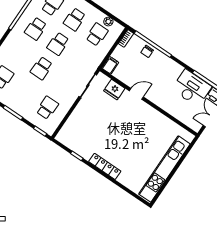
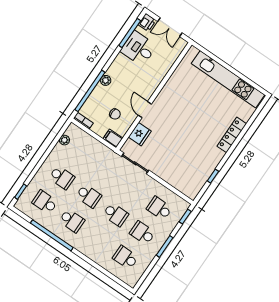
school desk: (97, 34) -> (142, 233), moved
chair: (147, 51) -> (115, 114), moved
plant: (163, 58) -> (106, 80), added
desk: (192, 88) -> (139, 48), width x0.73
locker: (105, 166) -> (232, 135), moved

